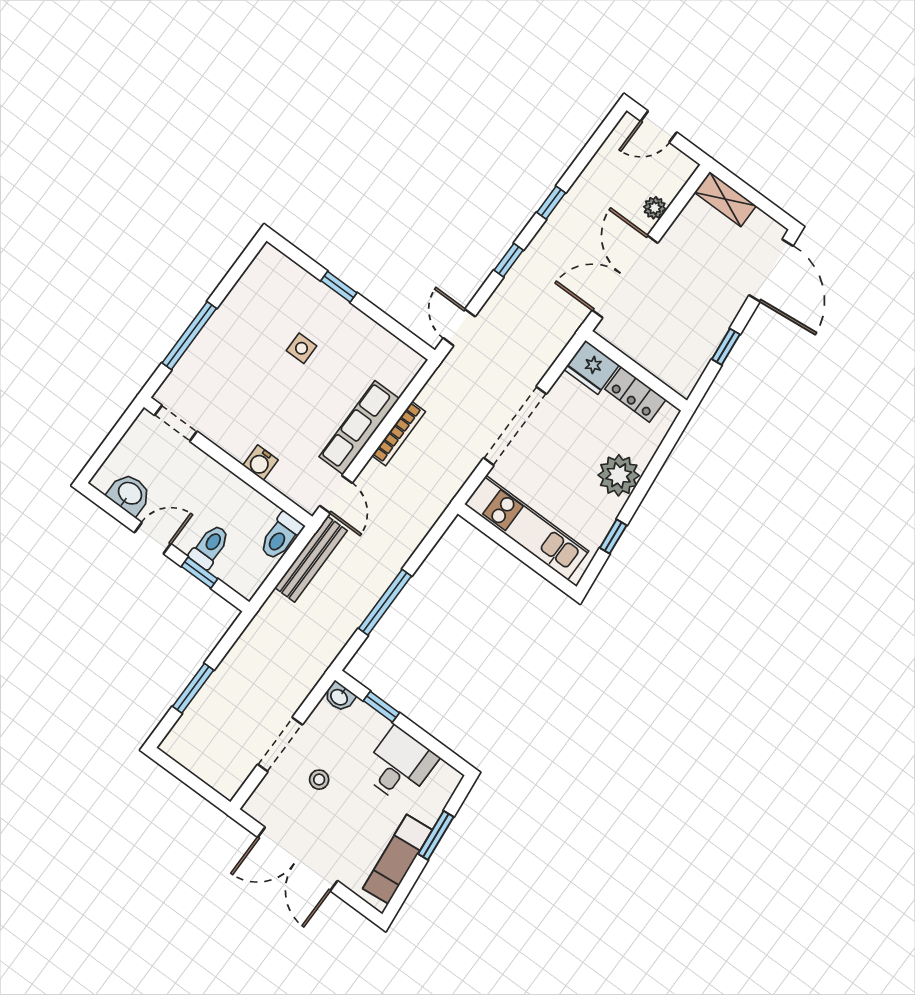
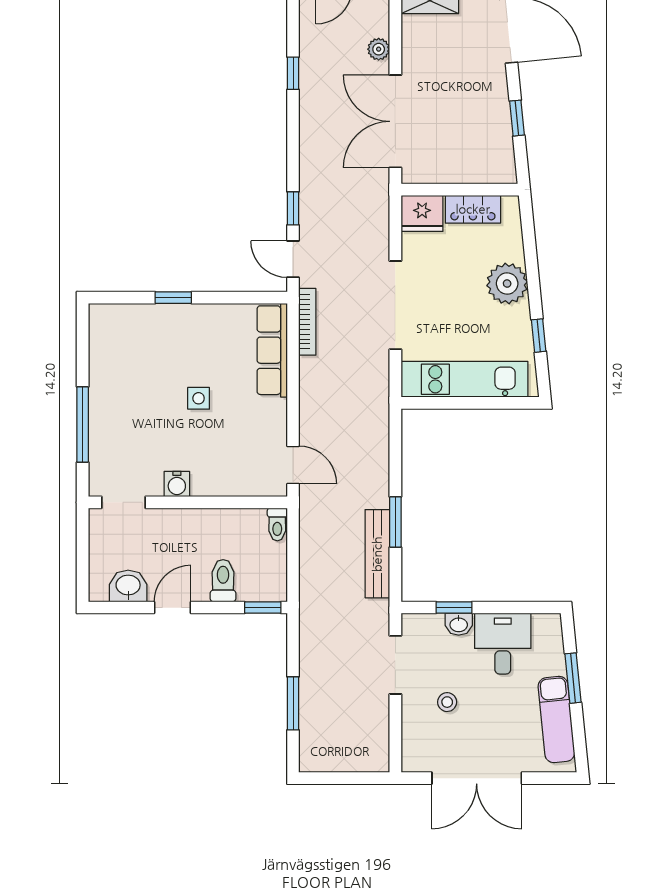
window: (551, 203) -> (293, 73), moved
window: (509, 260) -> (293, 208), moved
side table: (302, 348) -> (199, 398), moved
row of seats: (359, 428) -> (272, 350), moved
bookcase: (399, 434) -> (307, 322), moved
water cooler: (260, 463) -> (177, 484), moved
toilet: (281, 536) -> (277, 524), width x0.73, depth x0.72
bench: (311, 559) -> (377, 554), moved
window: (199, 573) -> (263, 608), moved
window: (385, 602) -> (395, 522), width x0.69
washbasin: (339, 697) -> (459, 624), moved
doorway: (280, 744) -> (395, 665), moved

